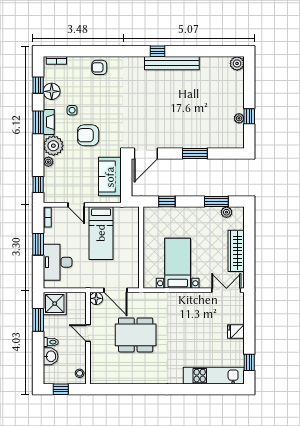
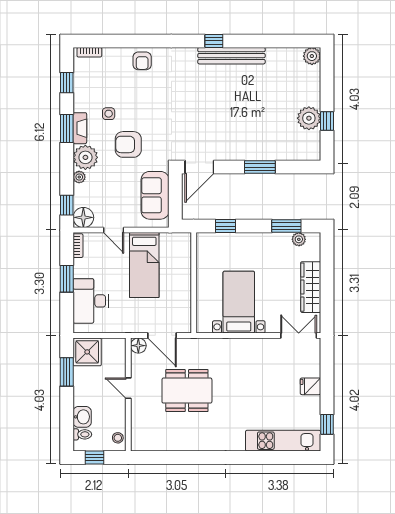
armchair: (99, 67) -> (142, 61), turned -90
floor lamp: (52, 91) -> (83, 217), moved
plant: (239, 118) -> (309, 118), width x1.88, depth x1.88
toilet: (51, 342) -> (82, 434), moved

